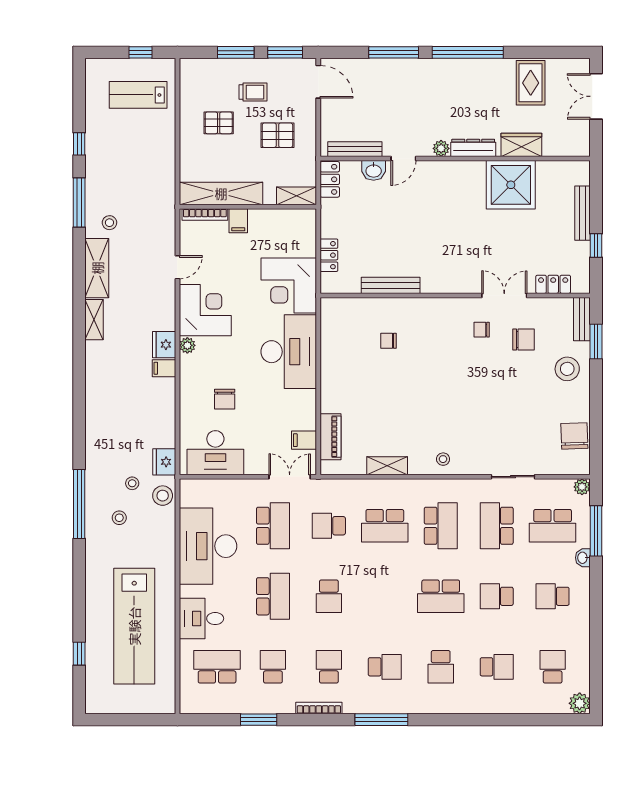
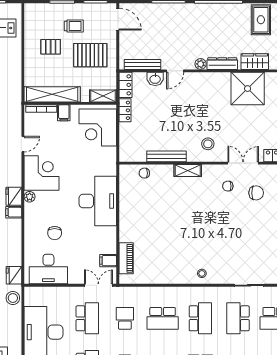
pallet: (277, 135) -> (90, 55), width x1.50, depth x1.42
locker: (329, 255) -> (125, 110), moved
stool: (452, 267) -> (208, 144), added
corner desk: (289, 286) -> (98, 128), moved
chair: (388, 341) -> (144, 173), moved
shelving: (387, 466) -> (188, 171), moved
school desk: (329, 526) -> (125, 318), turned 90

